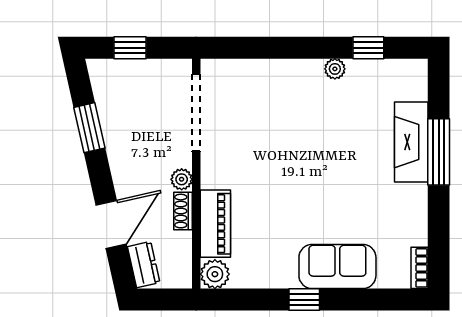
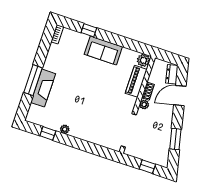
sofa: (337, 266) -> (103, 50), moved
window: (304, 300) -> (89, 30), moved

